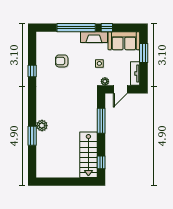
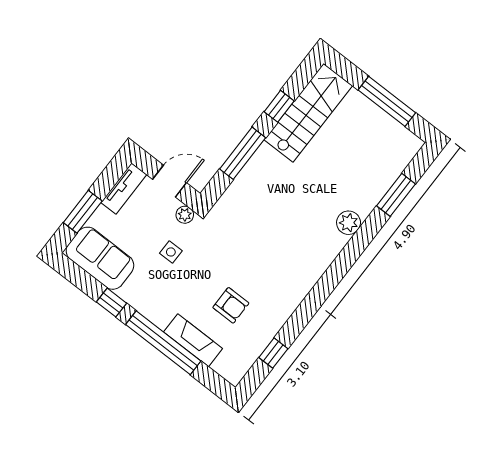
fireplace: (94, 37) -> (193, 340), moved
window: (32, 71) -> (273, 353), moved
window: (32, 136) -> (396, 195), moved
window: (101, 162) -> (279, 106), moved
window: (63, 182) -> (387, 101), added

